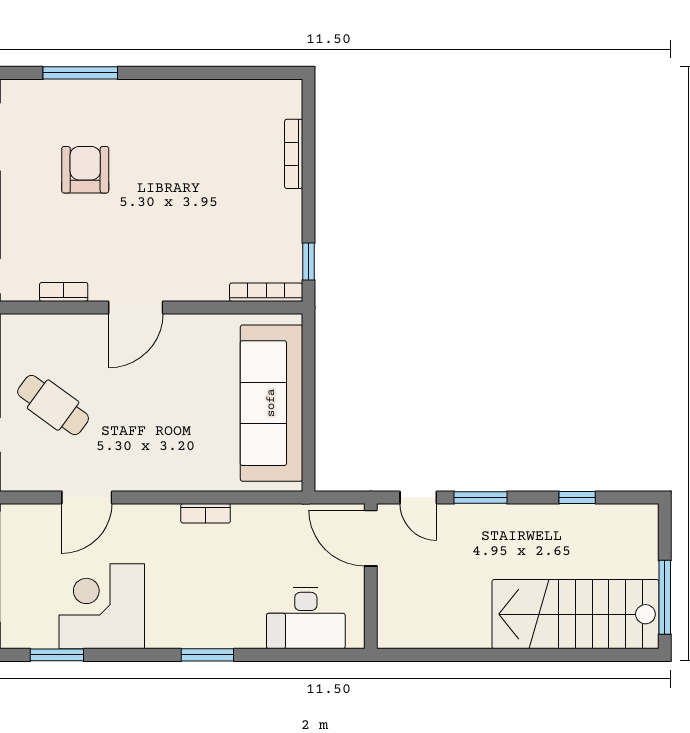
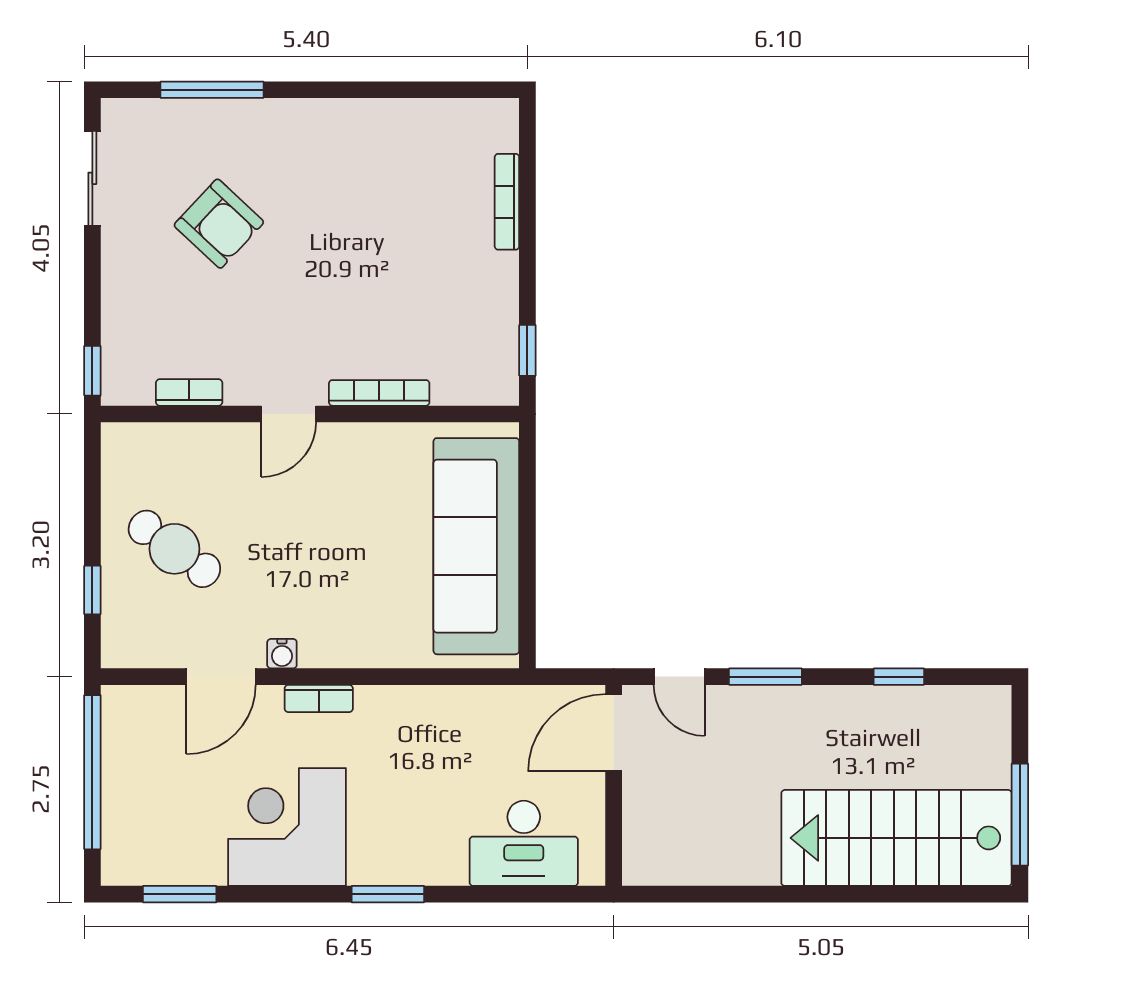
armchair: (85, 170) -> (219, 224), turned 133
bookcase: (266, 292) -> (379, 393), moved
door: (136, 307) -> (289, 414), width x0.73
water cooler: (131, 481) -> (282, 654), added
bookcase: (206, 513) -> (319, 698), moved
door: (371, 538) -> (614, 733), hinge flipped
corner desk: (102, 606) -> (287, 827), moved

